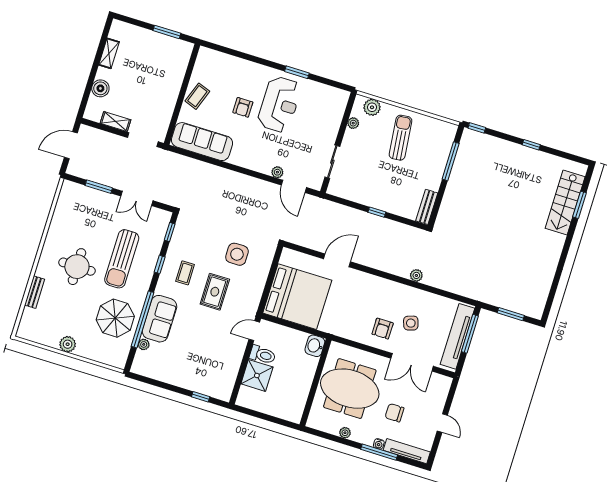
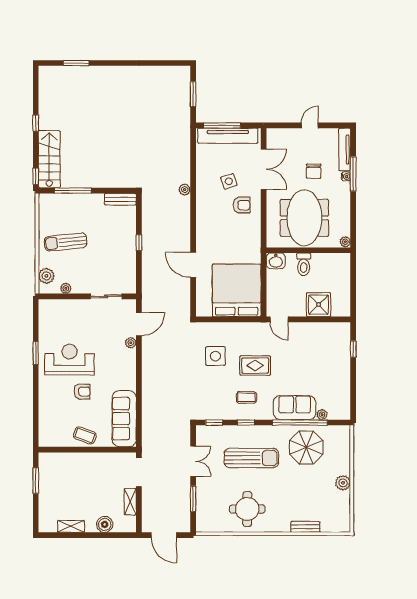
stairs: (565, 202) -> (49, 159), moved, turned -90
round table: (77, 267) -> (247, 509), moved
toilet: (263, 355) -> (304, 264), moved, turned 180
plant: (345, 433) -> (345, 242), moved

